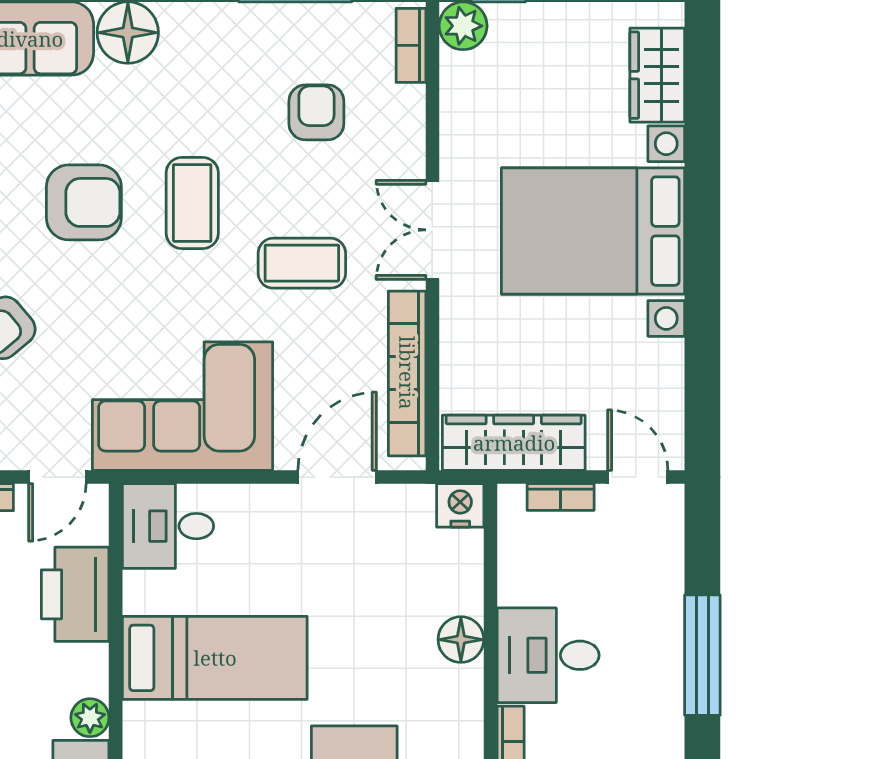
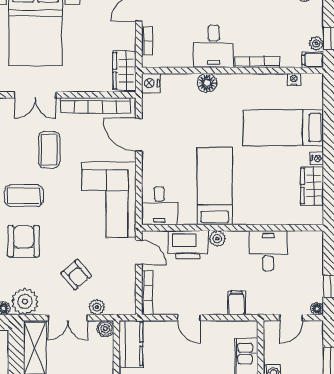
wardrobe: (514, 443) -> (124, 71), width x0.67
plant: (90, 718) -> (217, 239), moved

